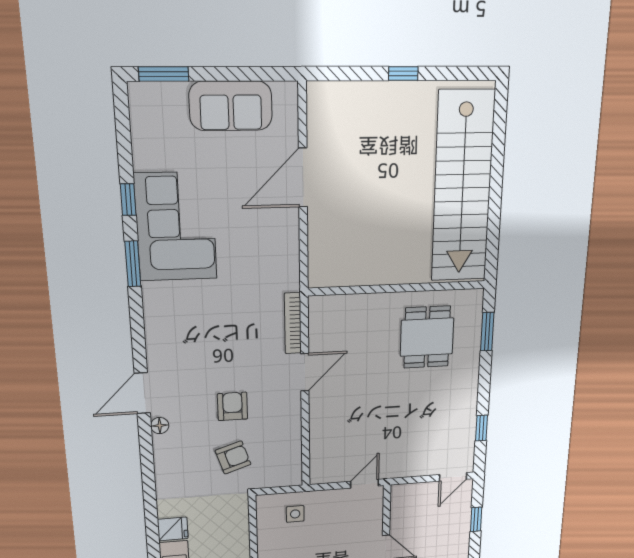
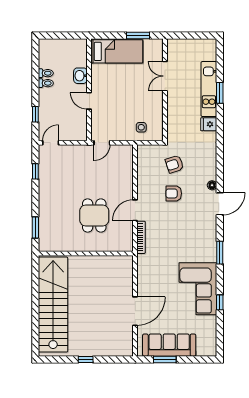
window: (164, 74) -> (165, 359), moved
sofa: (231, 106) -> (169, 345), width x1.36
window: (133, 264) -> (220, 253), moved
dining table: (427, 337) -> (94, 216), moved
armchair: (233, 406) -> (174, 193), turned 90

